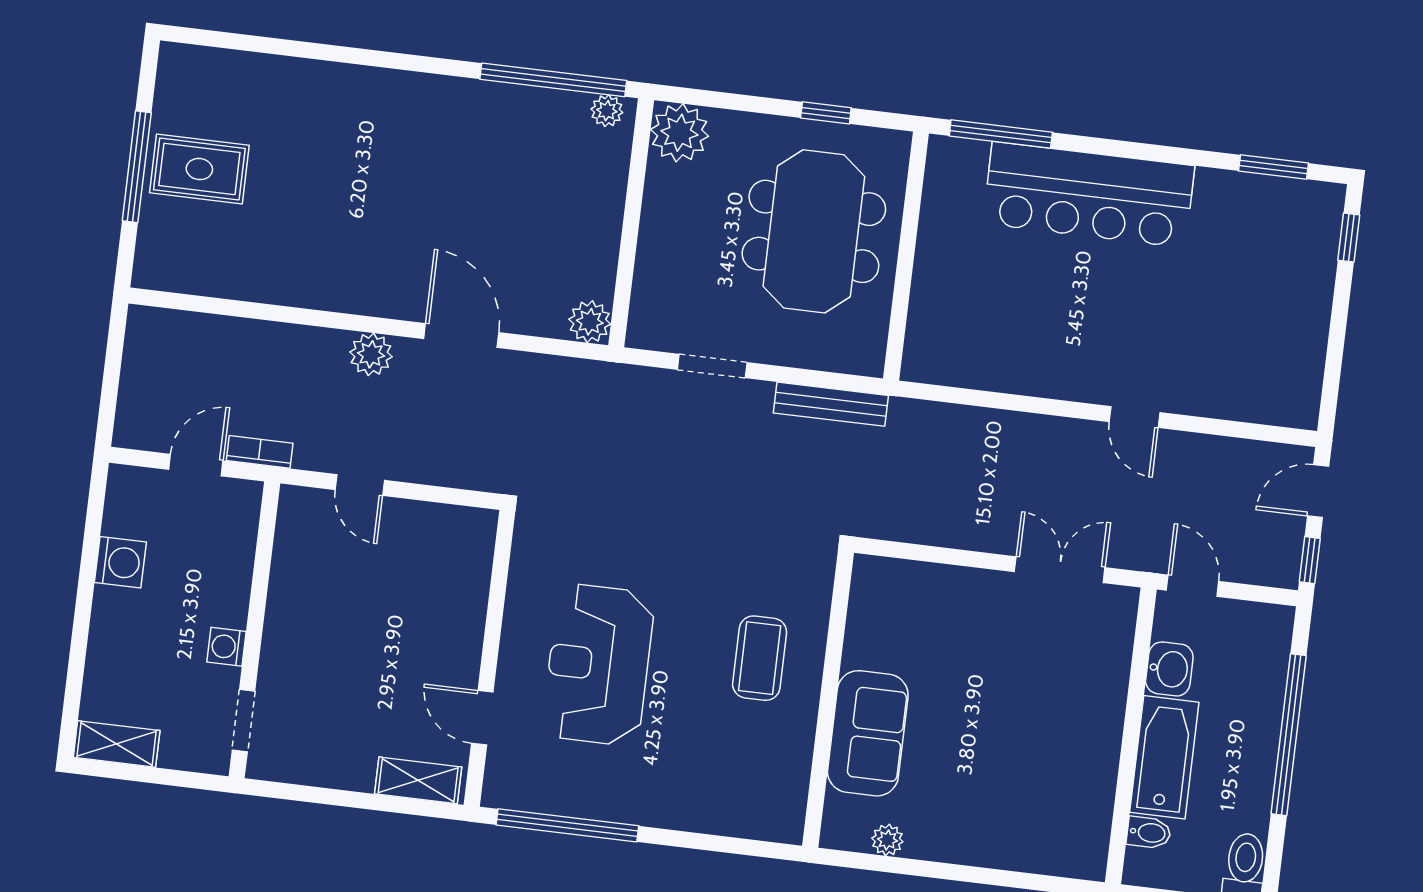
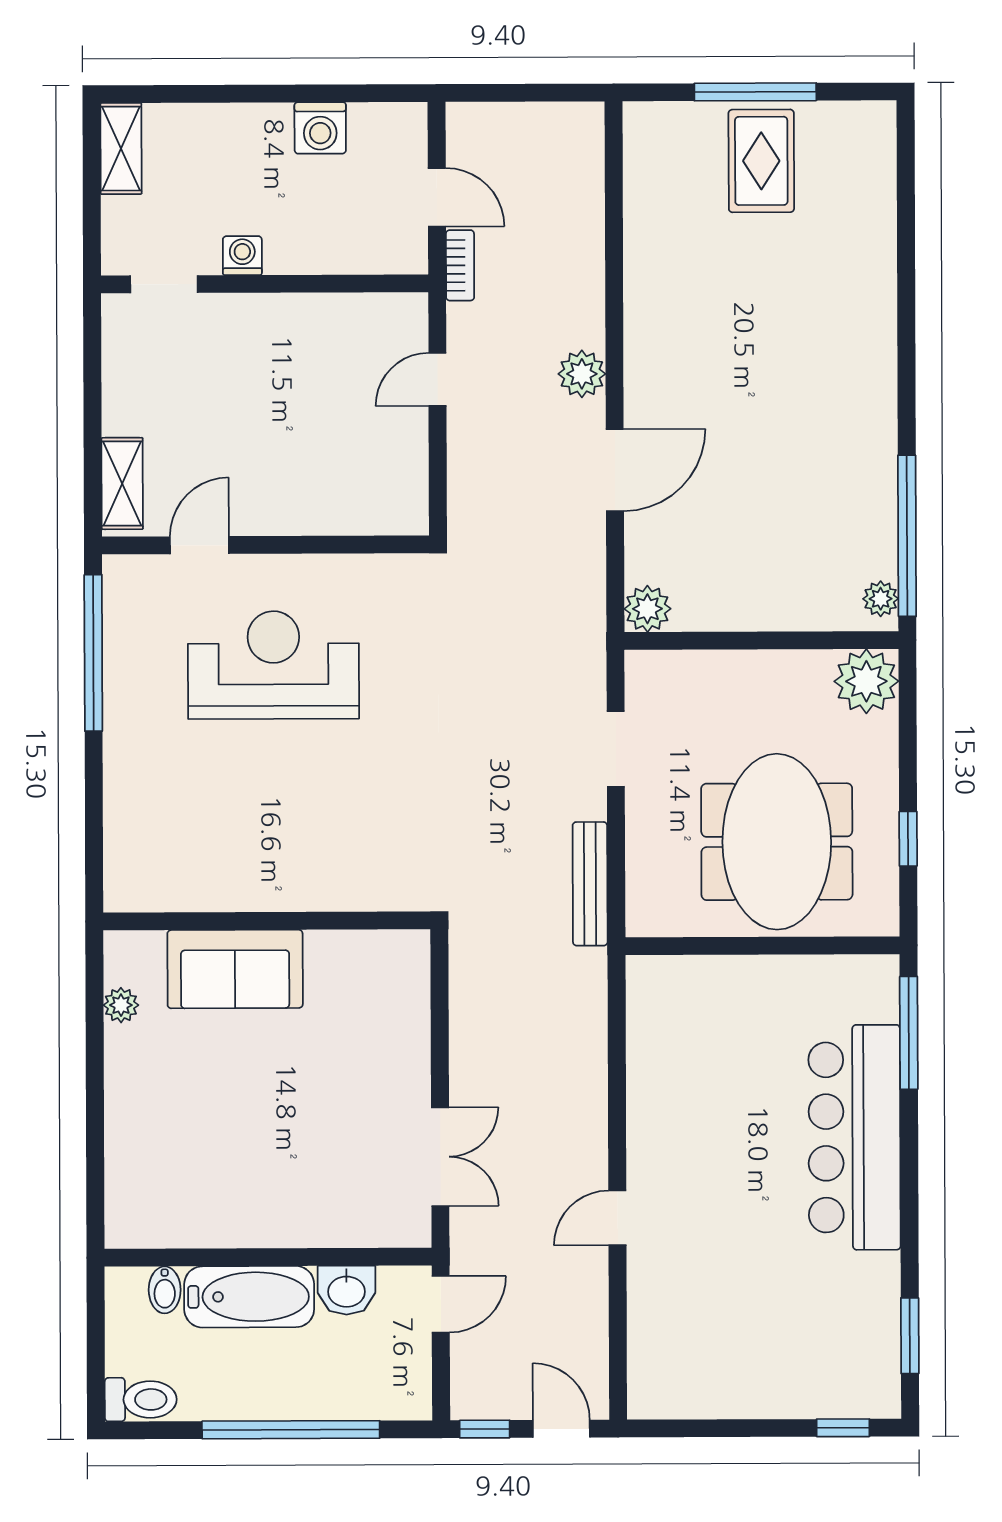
meeting table: (814, 231) -> (777, 842), turned 90
coffee table: (760, 658) -> (303, 840), removed

